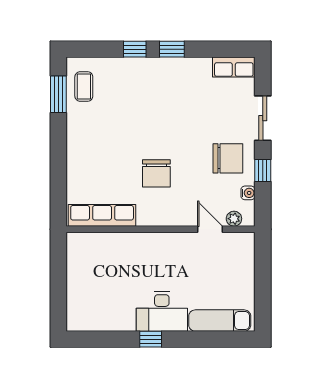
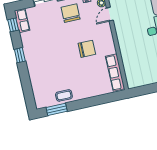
window: (135, 49) -> (13, 25), moved
coffee table: (84, 86) -> (64, 95), moved

